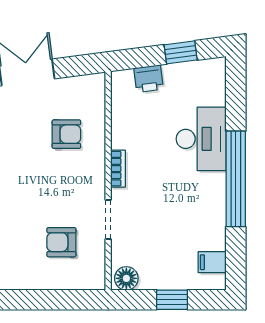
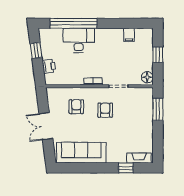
window: (236, 179) -> (74, 23), moved
armchair: (61, 242) -> (105, 110), moved, turned 180
filing cabinet: (212, 262) -> (129, 35), moved
window: (61, 300) -> (158, 109), added

